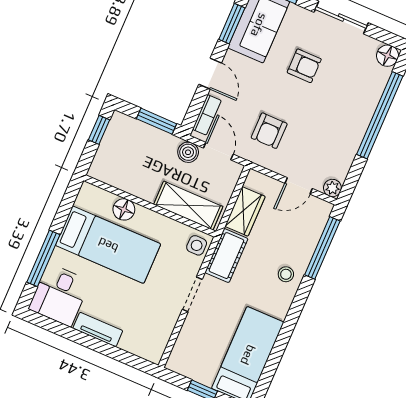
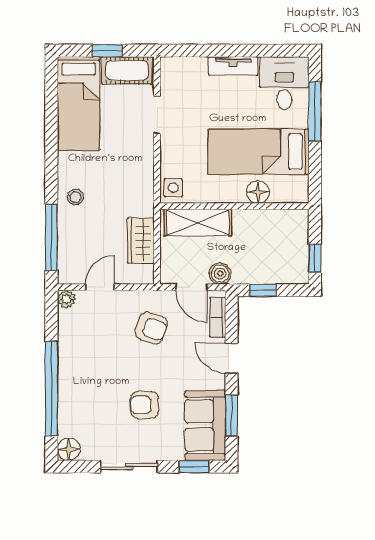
window: (156, 121) -> (263, 290), width x0.67
armchair: (269, 131) -> (151, 328), turned 110
cot: (226, 256) -> (127, 70), moved, turned 90
doorway: (192, 294) -> (157, 115), moved

